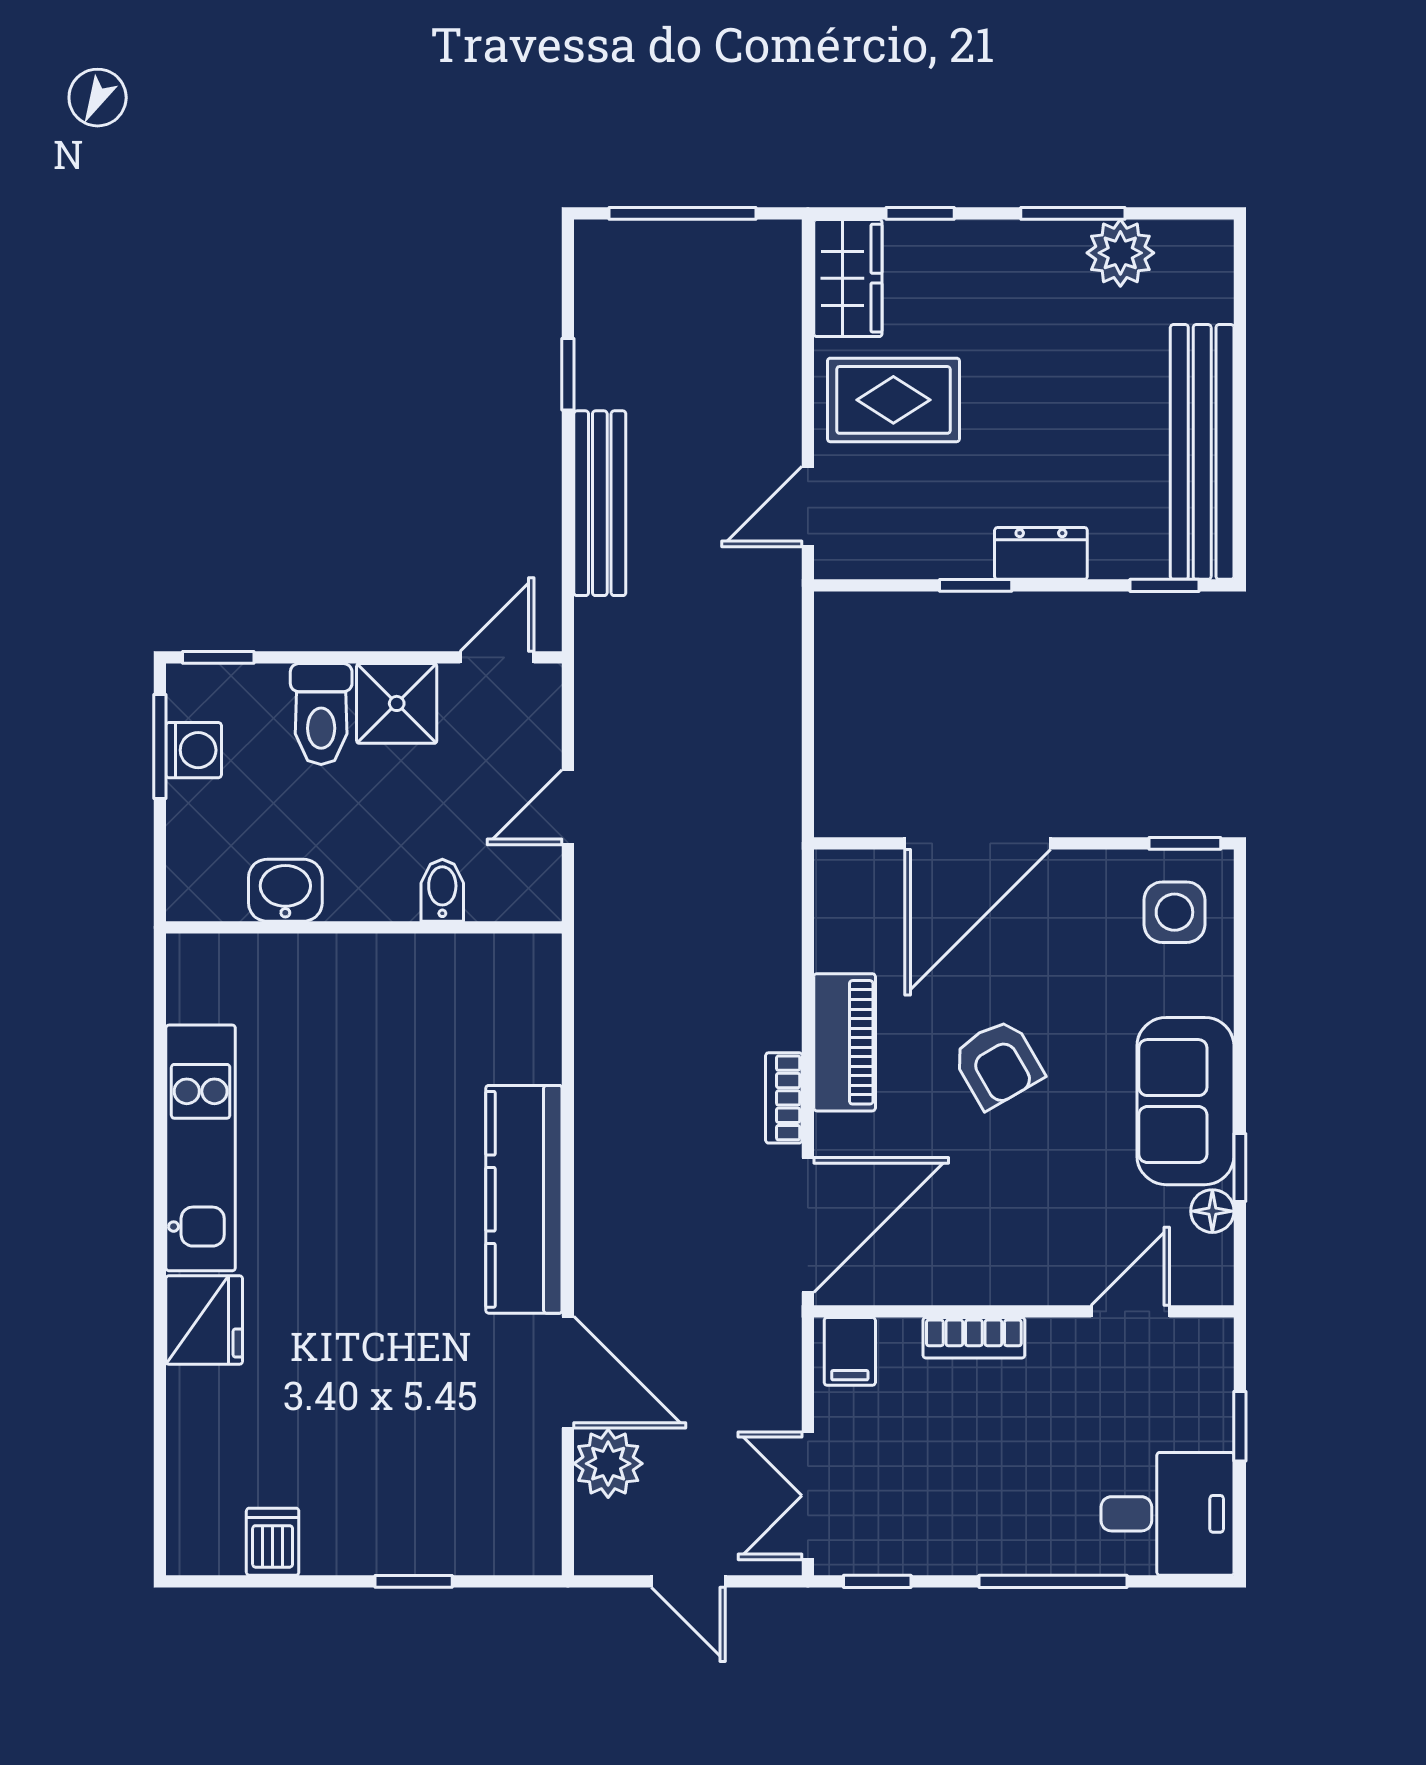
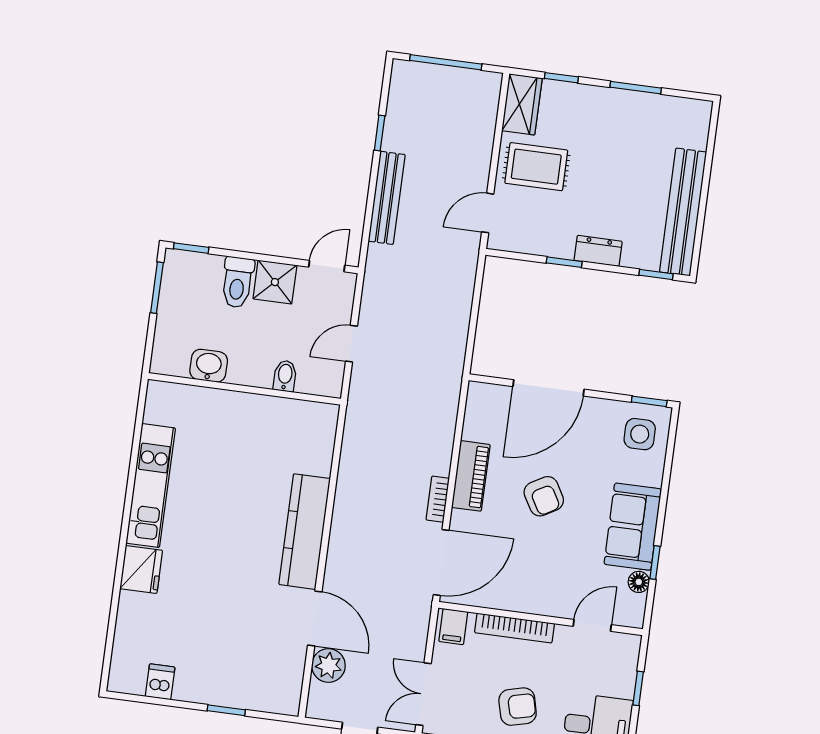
plant: (1120, 253) -> (656, 110), removed
washing machine: (194, 750) -> (173, 292), removed
bookcase: (974, 1338) -> (514, 628), width x1.56
armchair: (1001, 1496) -> (518, 707), added

